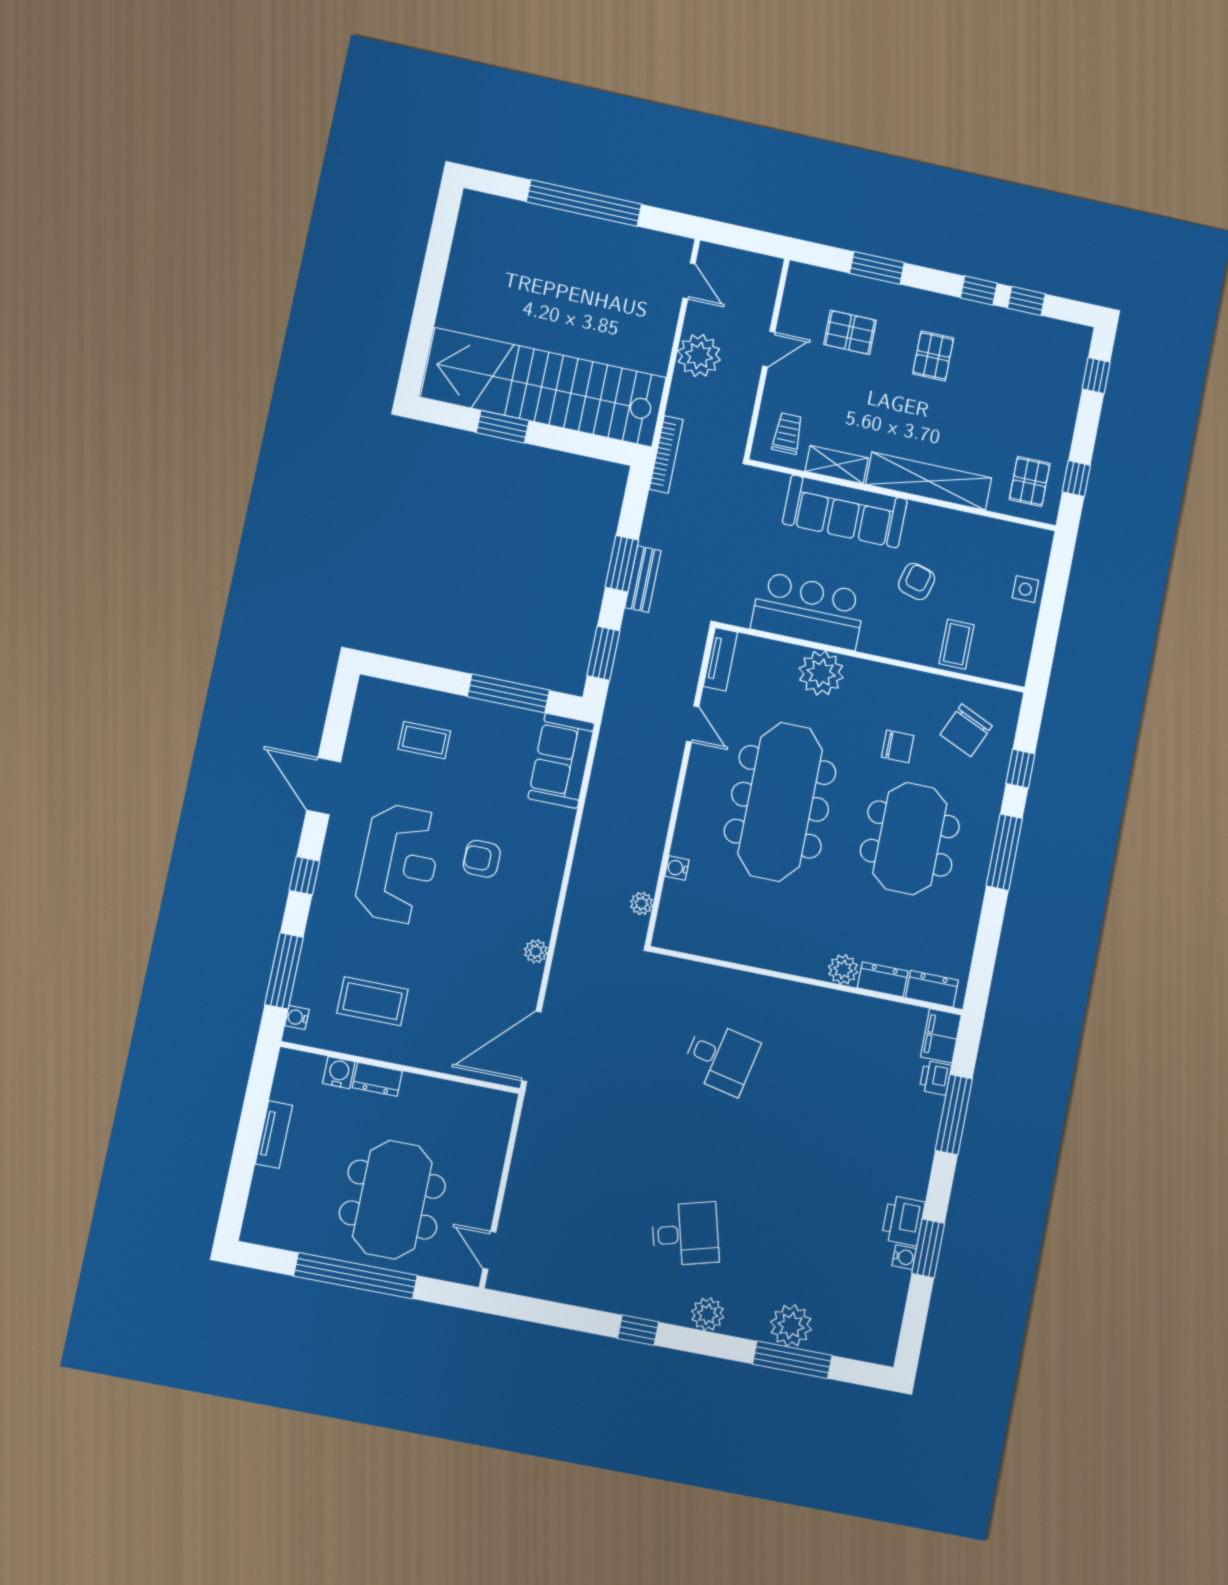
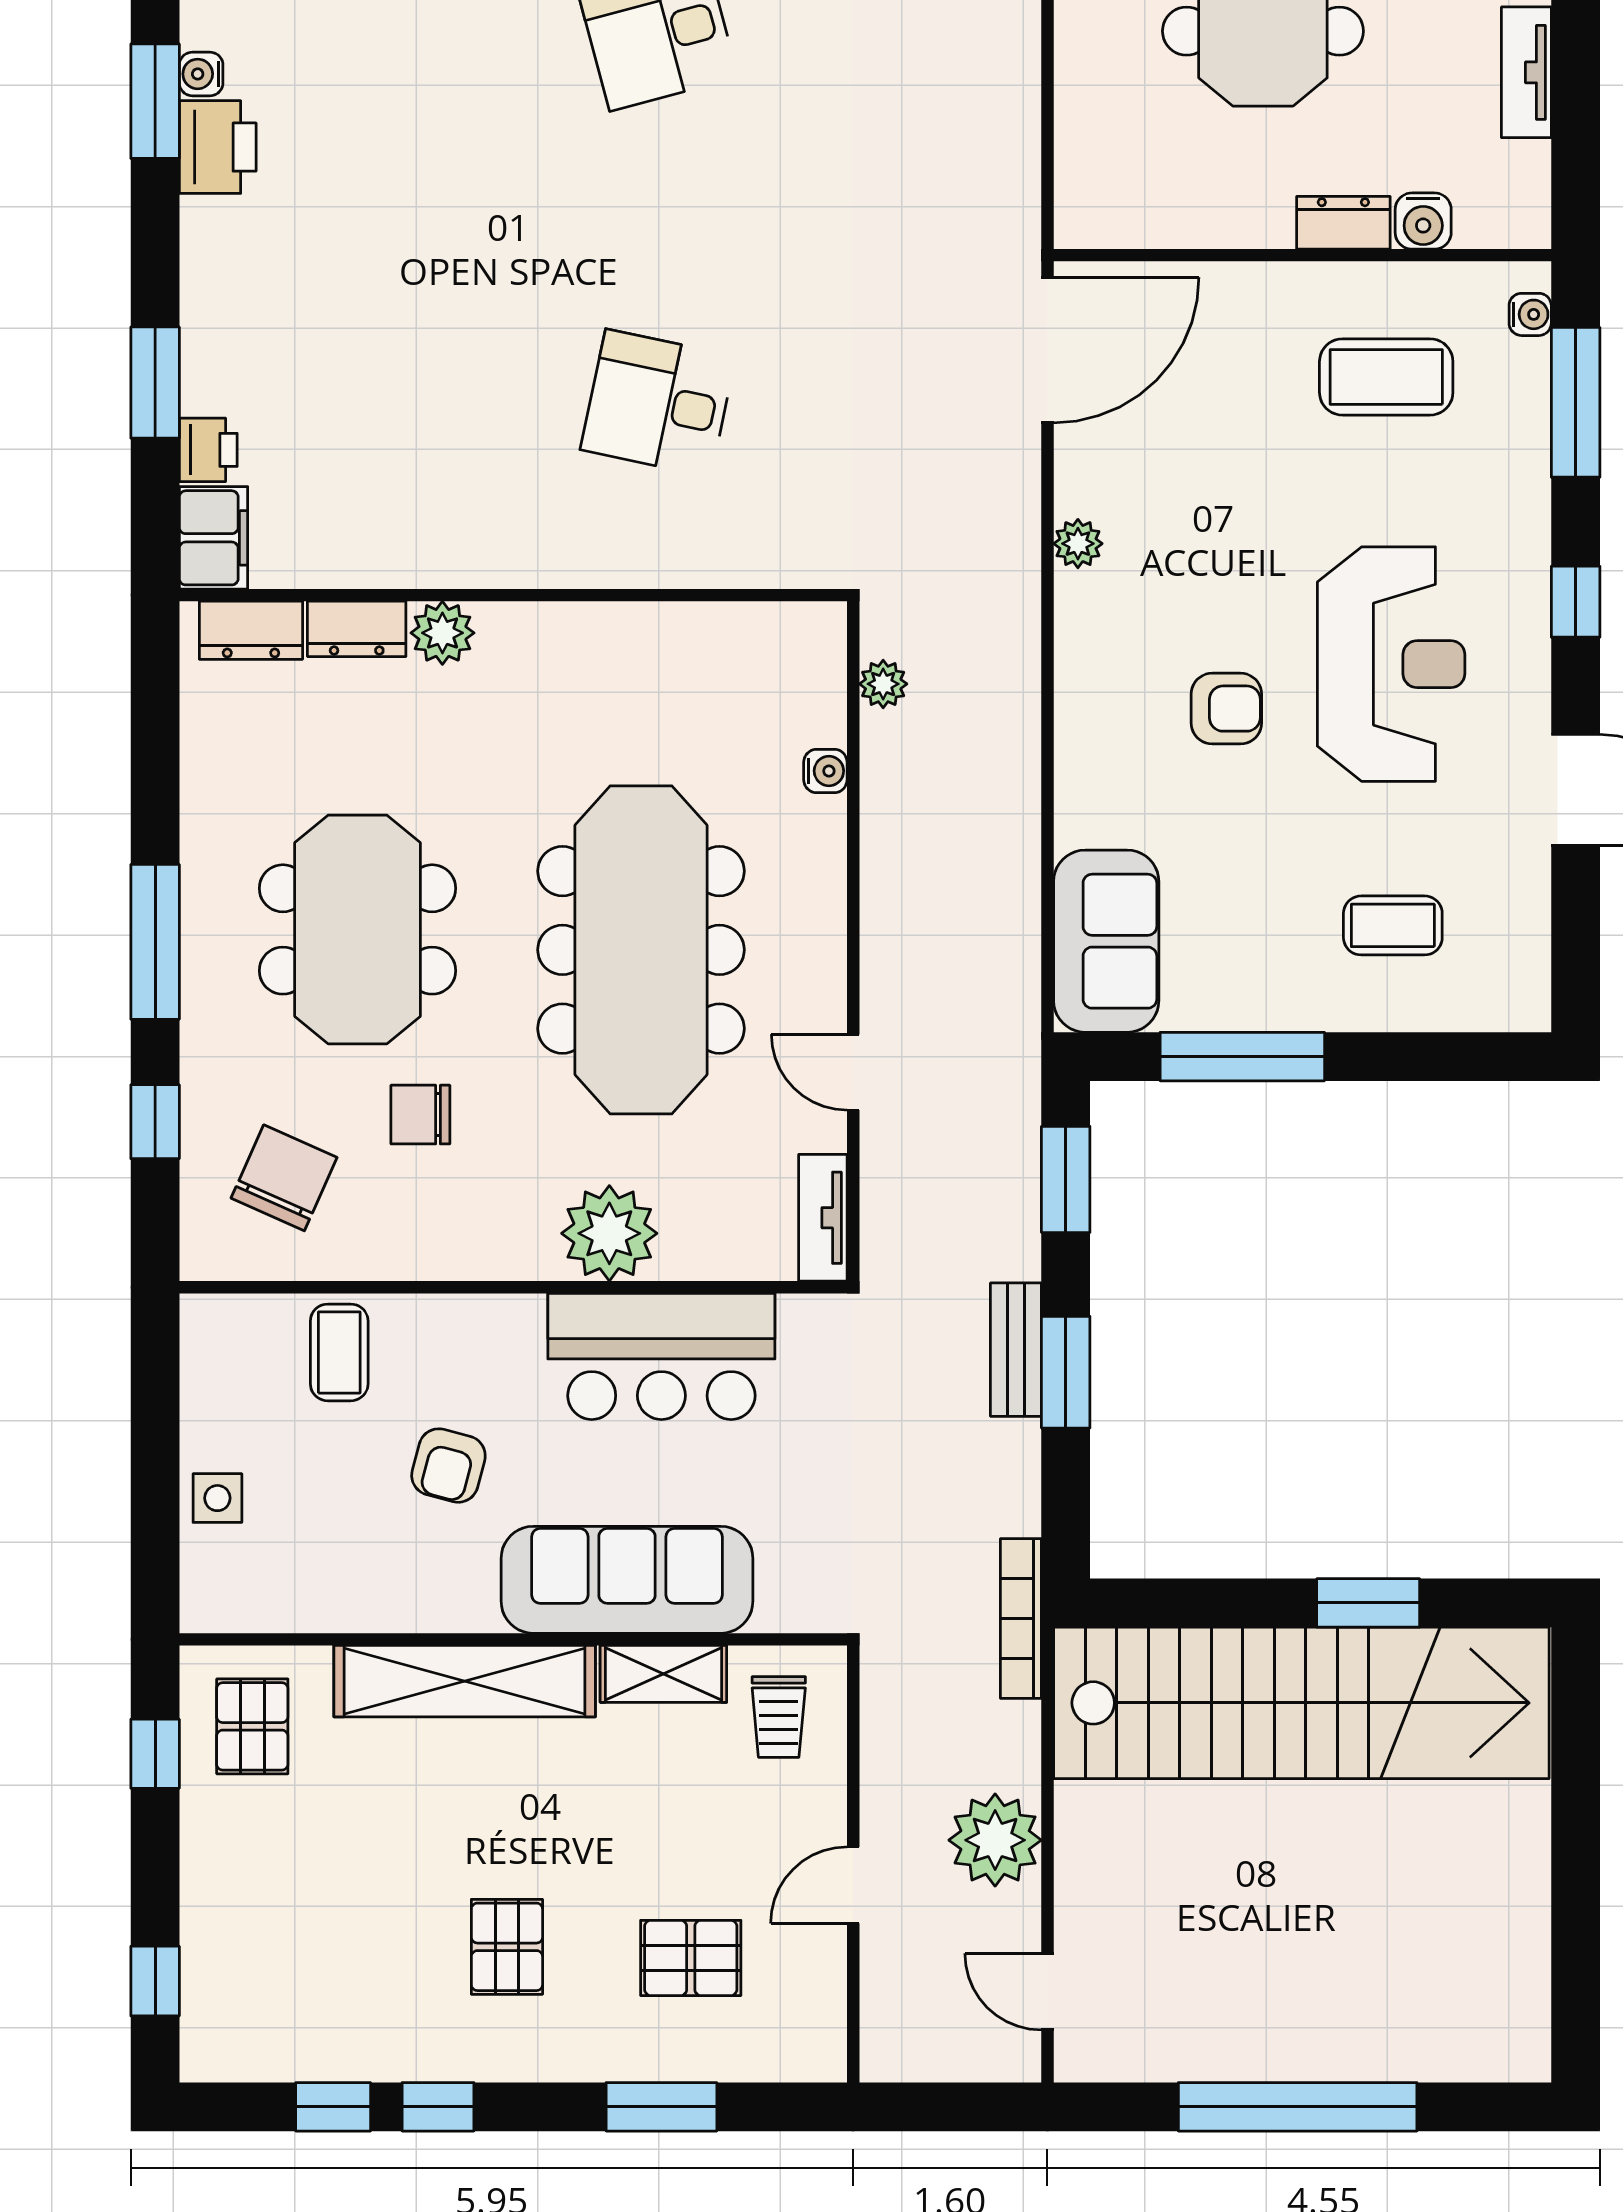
reception desk: (399, 864) -> (1391, 664), turned 180
window: (954, 1115) -> (155, 383), width x0.69

